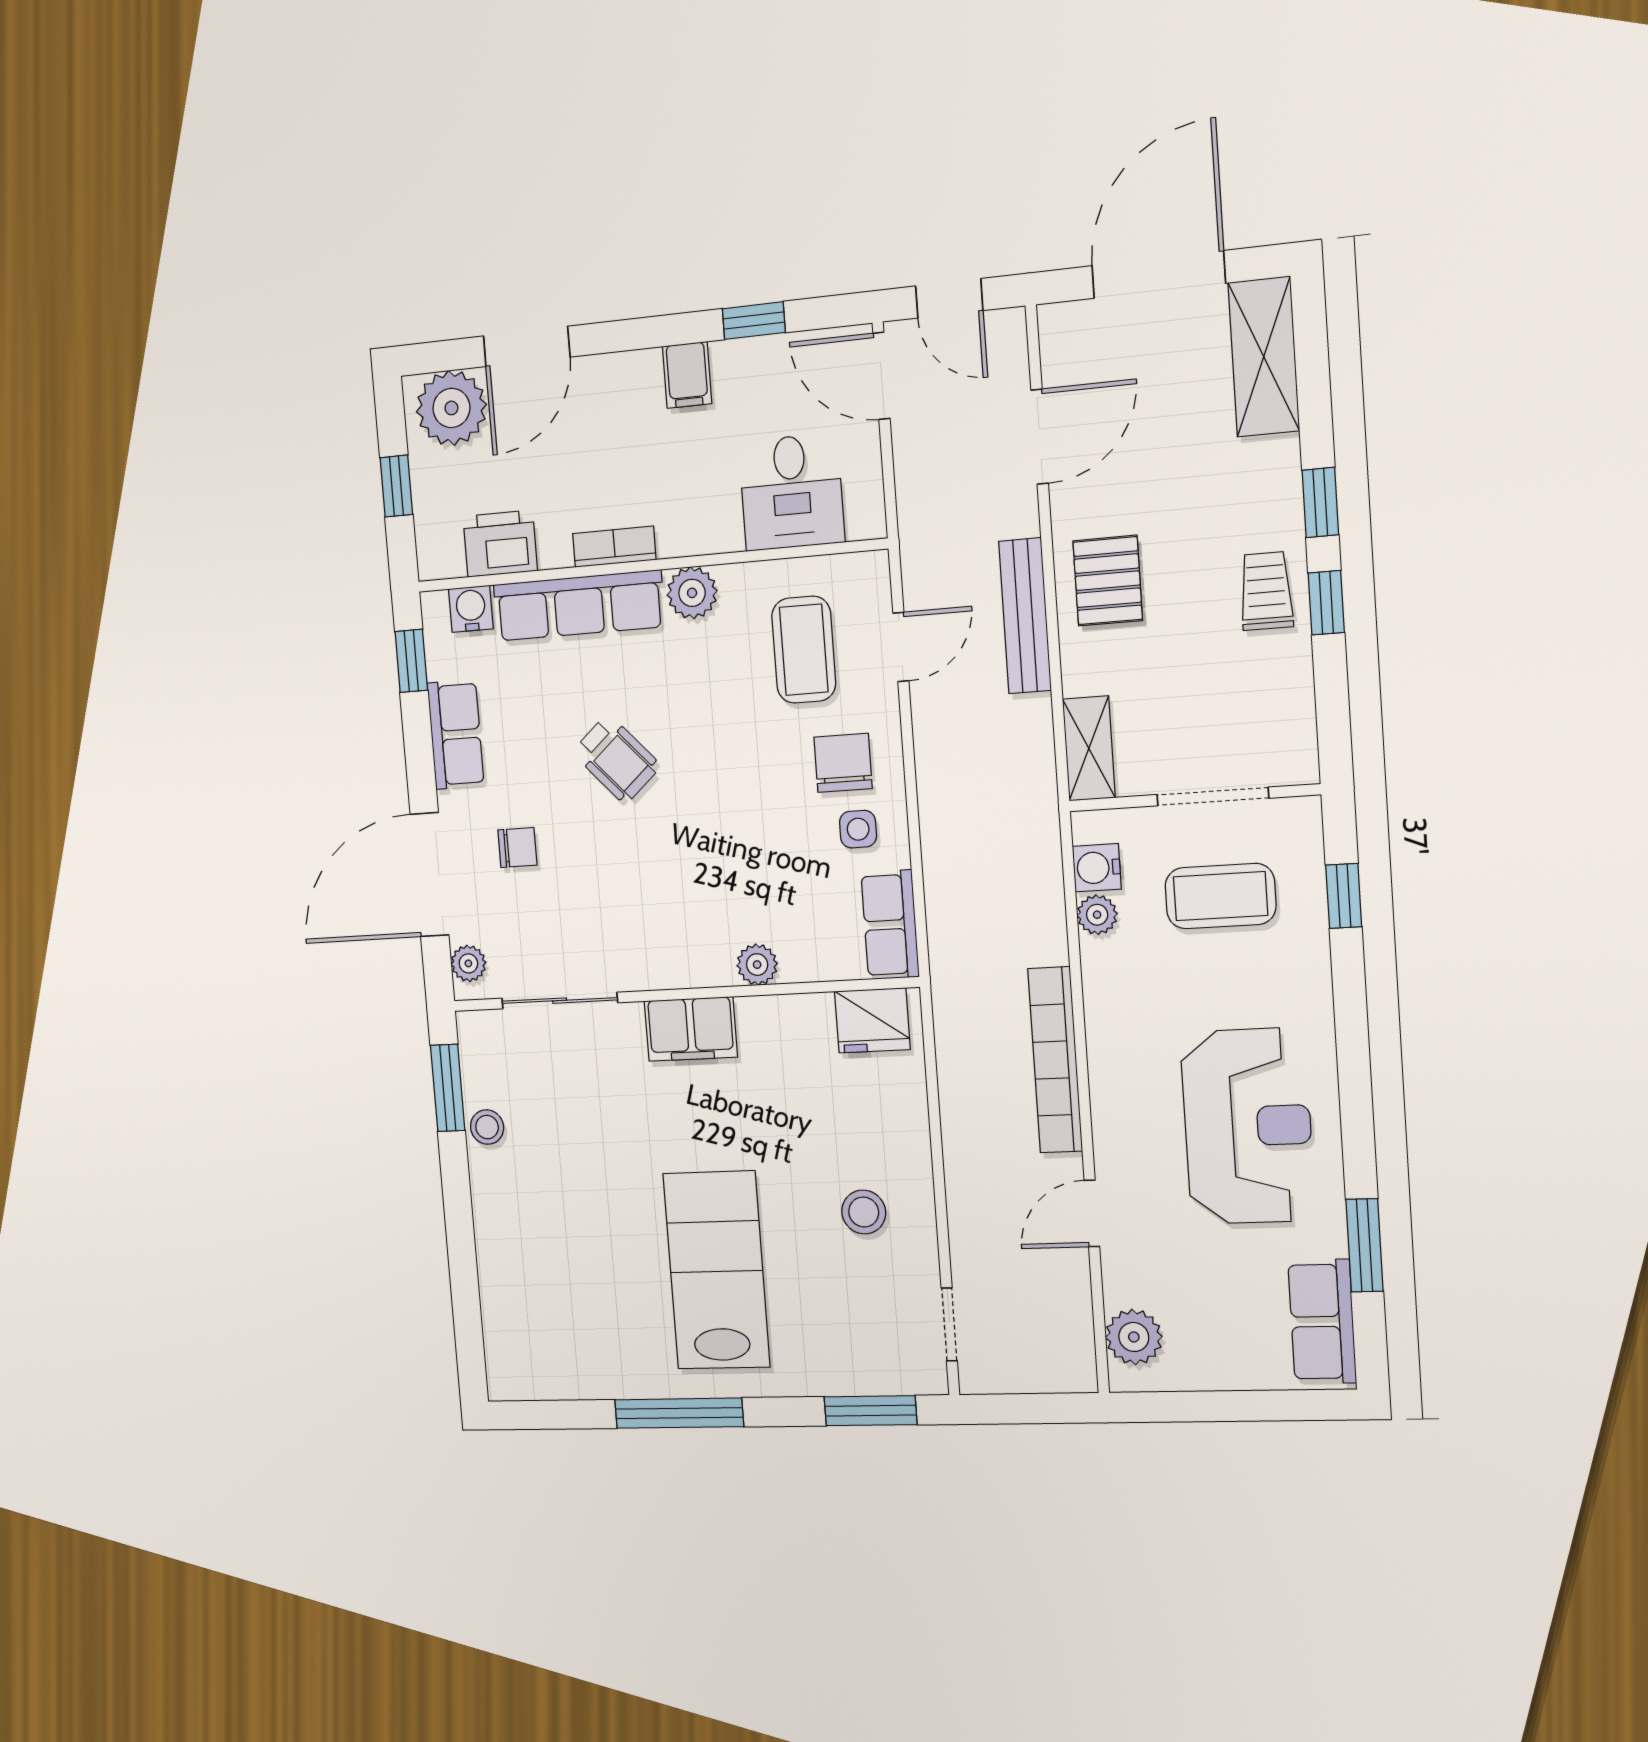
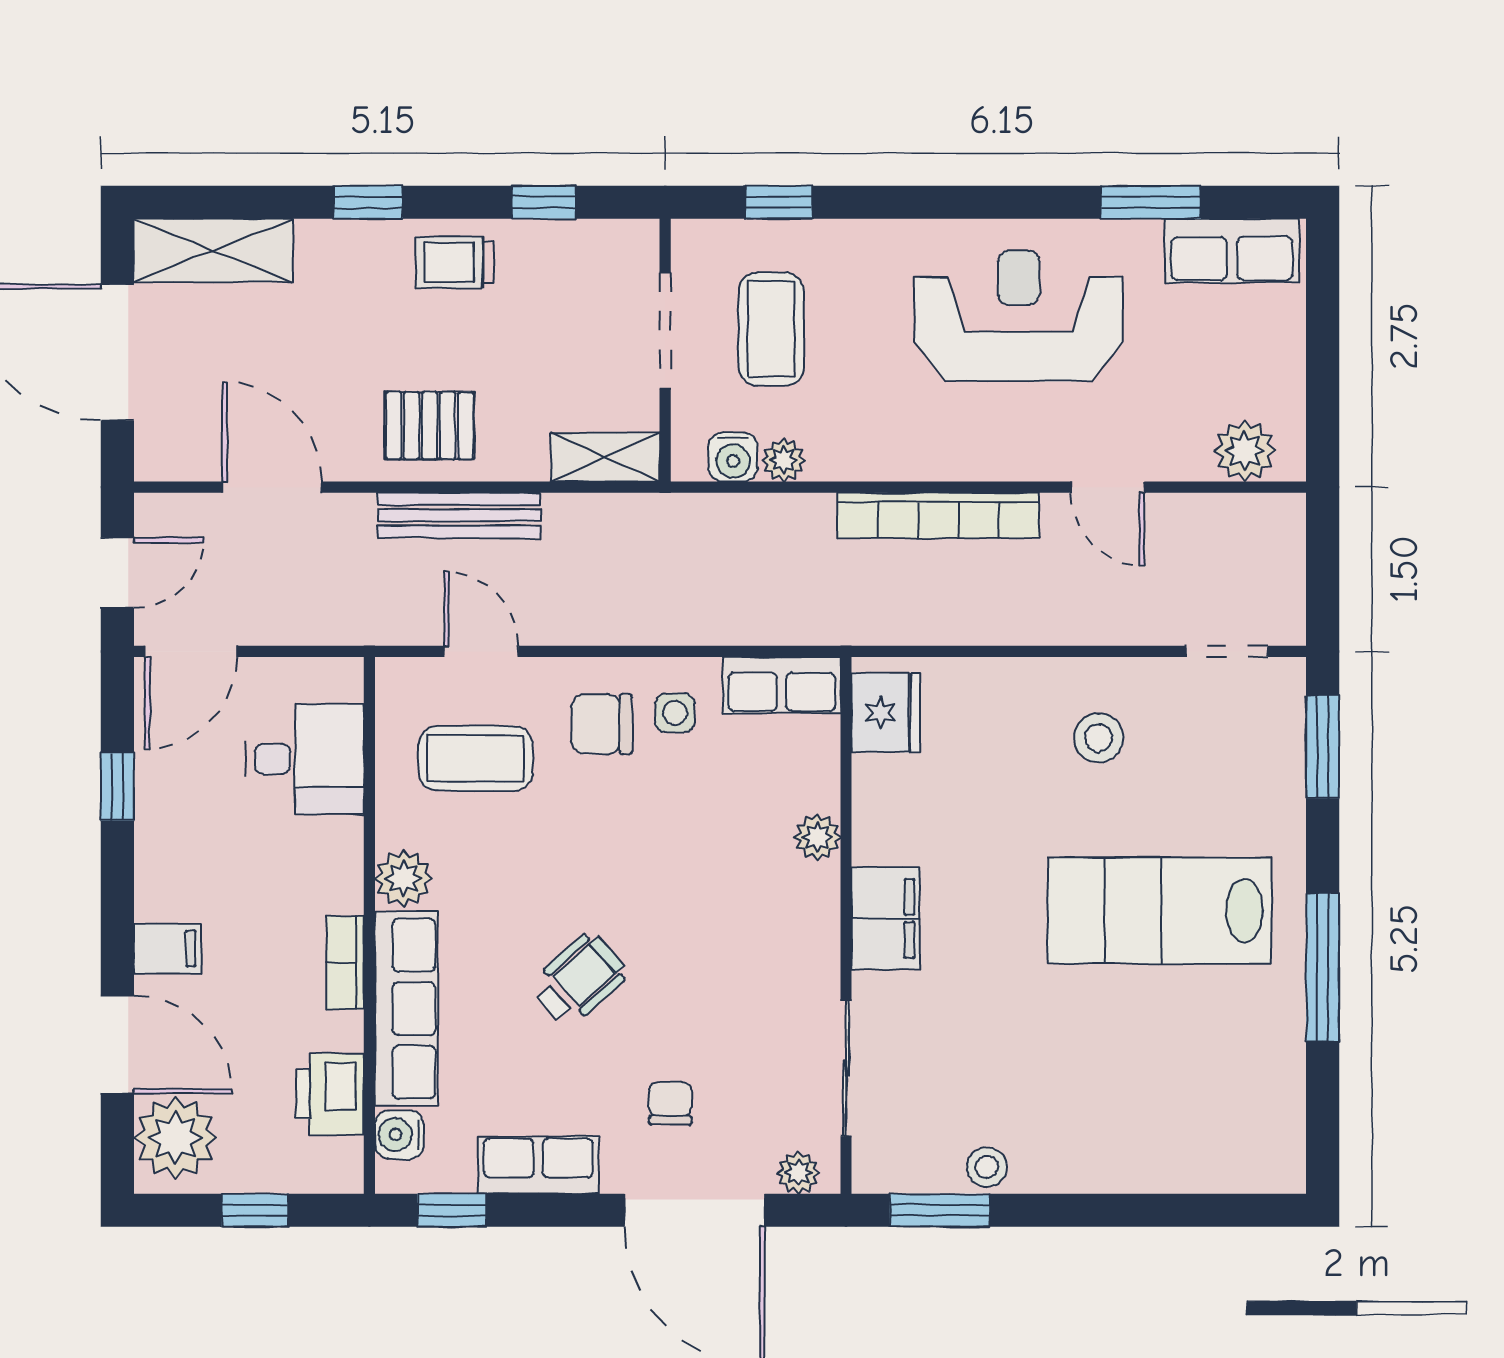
filing cabinet: (687, 375) -> (167, 949), moved
window: (1326, 603) -> (544, 202), moved

